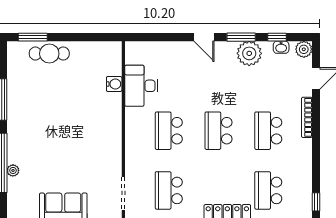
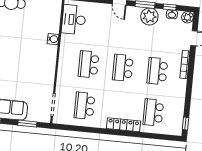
water cooler: (114, 84) -> (53, 39), moved
desk: (141, 86) -> (74, 20), moved

